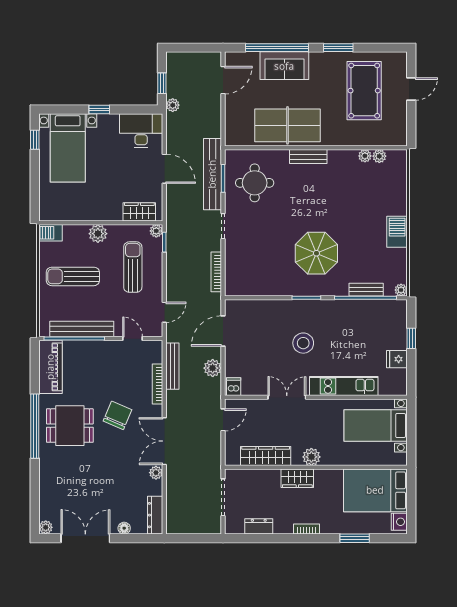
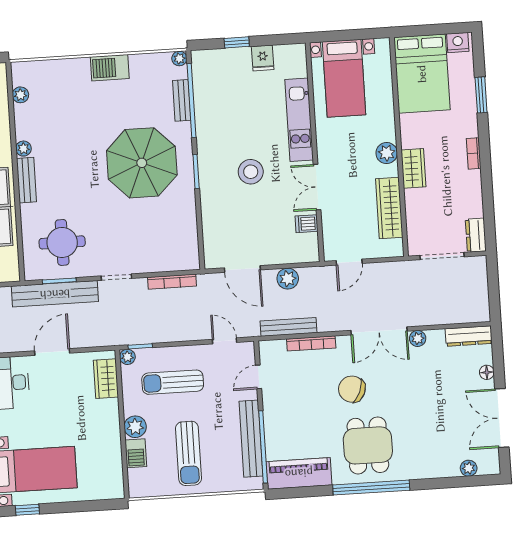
plant: (365, 156) -> (23, 149), moved
barbecue: (50, 233) -> (136, 453), moved
parasol: (316, 253) -> (142, 163), width x1.36, depth x1.36
dishwasher: (234, 387) -> (307, 224), moved
door: (223, 420) -> (349, 262), swing flipped
dresser: (259, 526) -> (476, 235), moved
plant: (46, 527) -> (469, 468), moved

